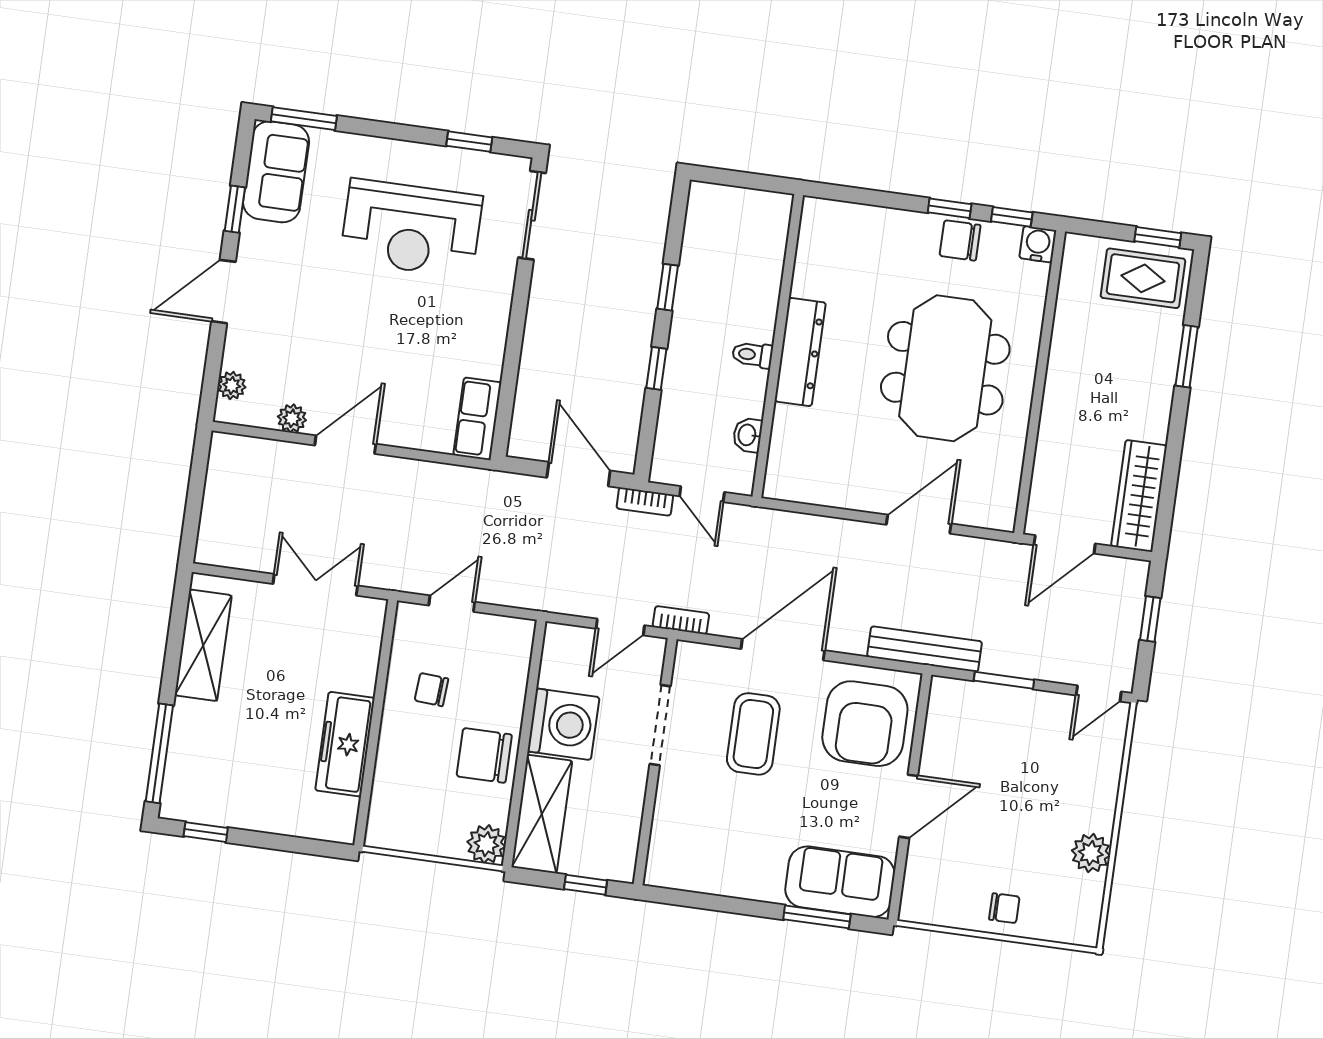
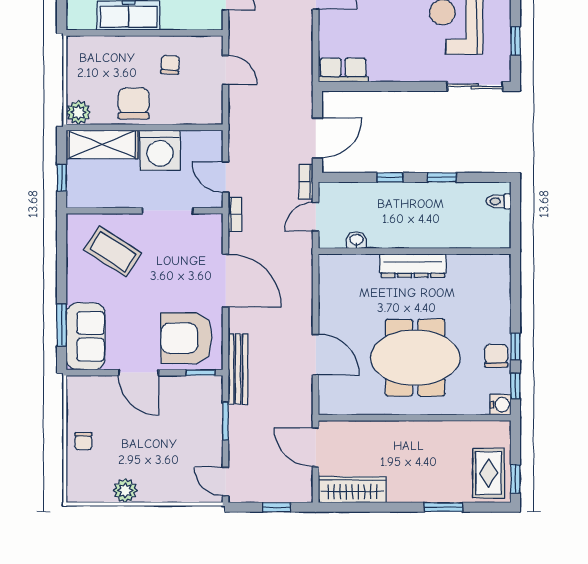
toilet: (752, 355) -> (499, 201), moved, turned -90
window: (922, 709) -> (200, 373), added
coffee table: (753, 734) -> (113, 251), moved, turned 33

